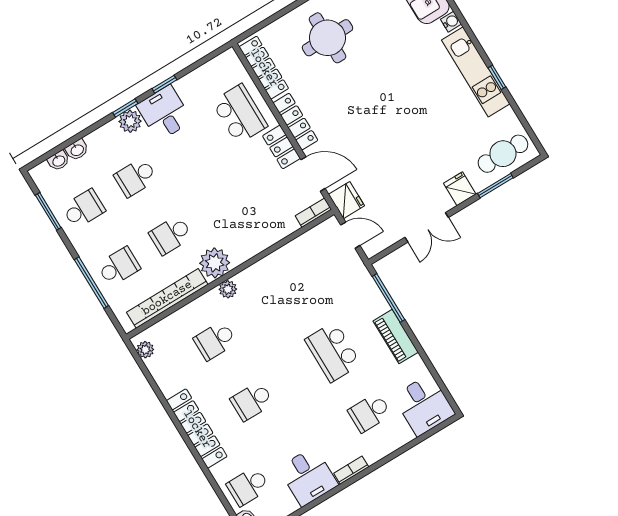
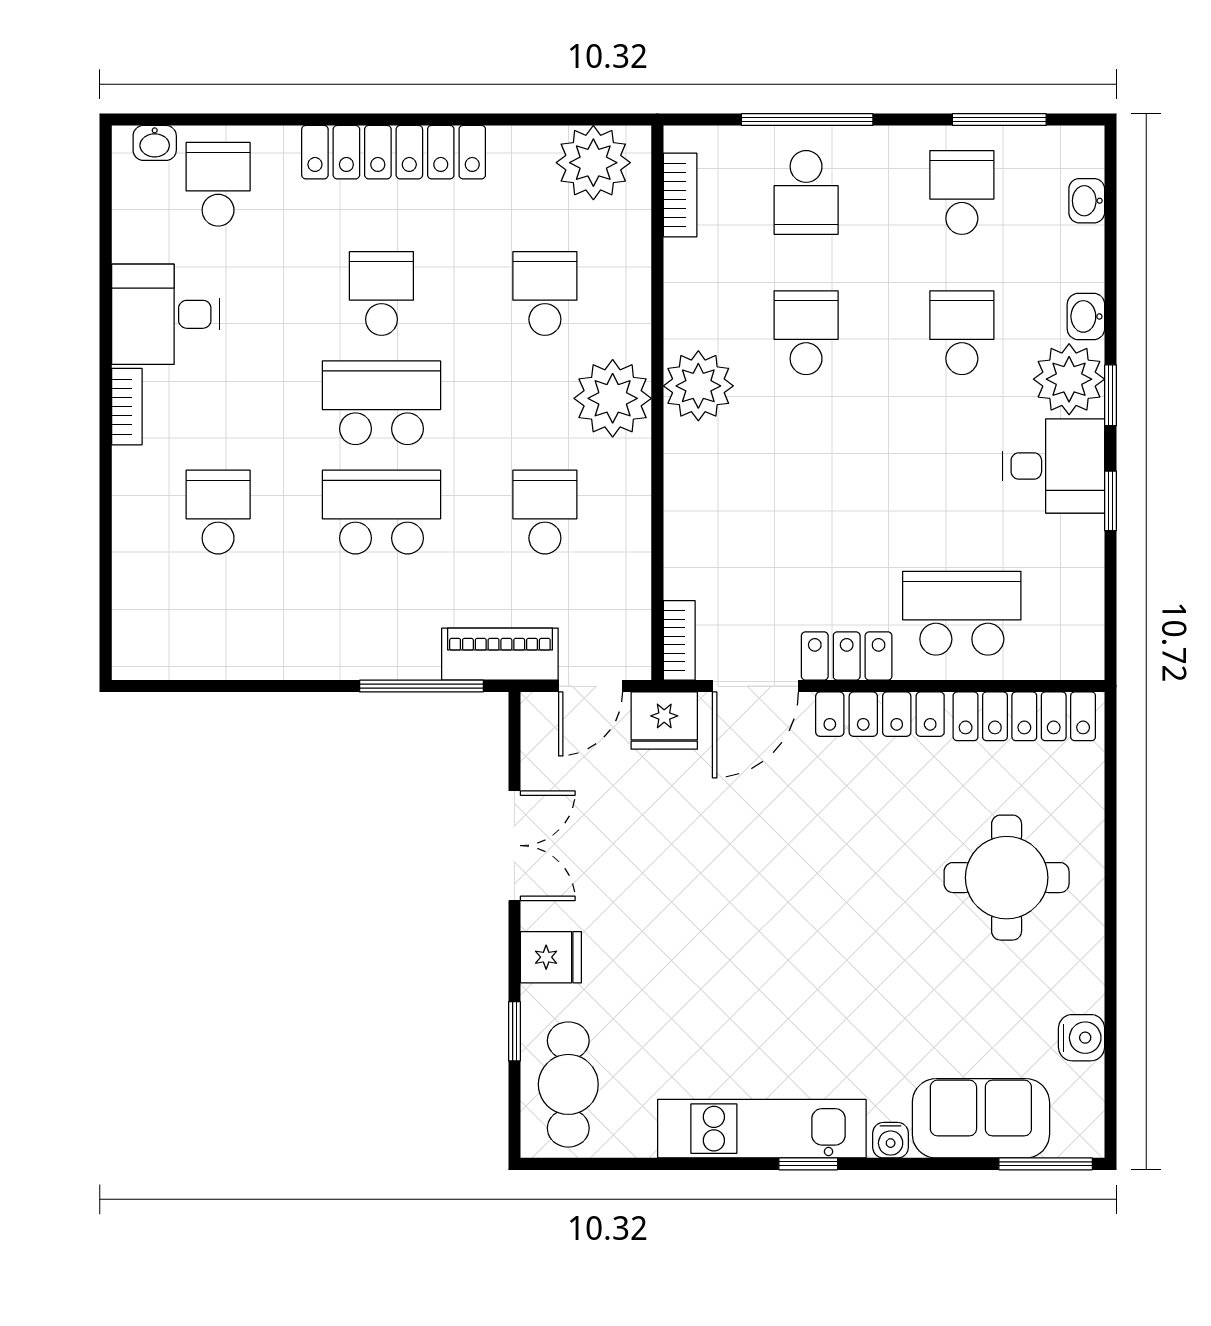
window: (497, 77) -> (808, 1164), moved
school desk: (240, 114) -> (962, 613), turned 180
plant: (130, 121) -> (1069, 379), width x1.36, depth x1.36
washbasin: (77, 150) -> (1086, 316), moved
window: (495, 186) -> (514, 1031), width x0.67
school desk: (84, 209) -> (962, 192), turned 180
double door: (427, 227) -> (514, 846), swing flipped
plant: (228, 289) -> (613, 398), width x1.88, depth x1.88
school desk: (296, 291) -> (545, 512), added
bookcase: (167, 298) -> (680, 195), width x0.43, depth x0.76
piano: (396, 337) -> (500, 654), moved
plant: (145, 350) -> (593, 163), width x1.88, depth x1.88
school desk: (292, 377) -> (381, 403), added
desk: (424, 405) -> (168, 628), removed

